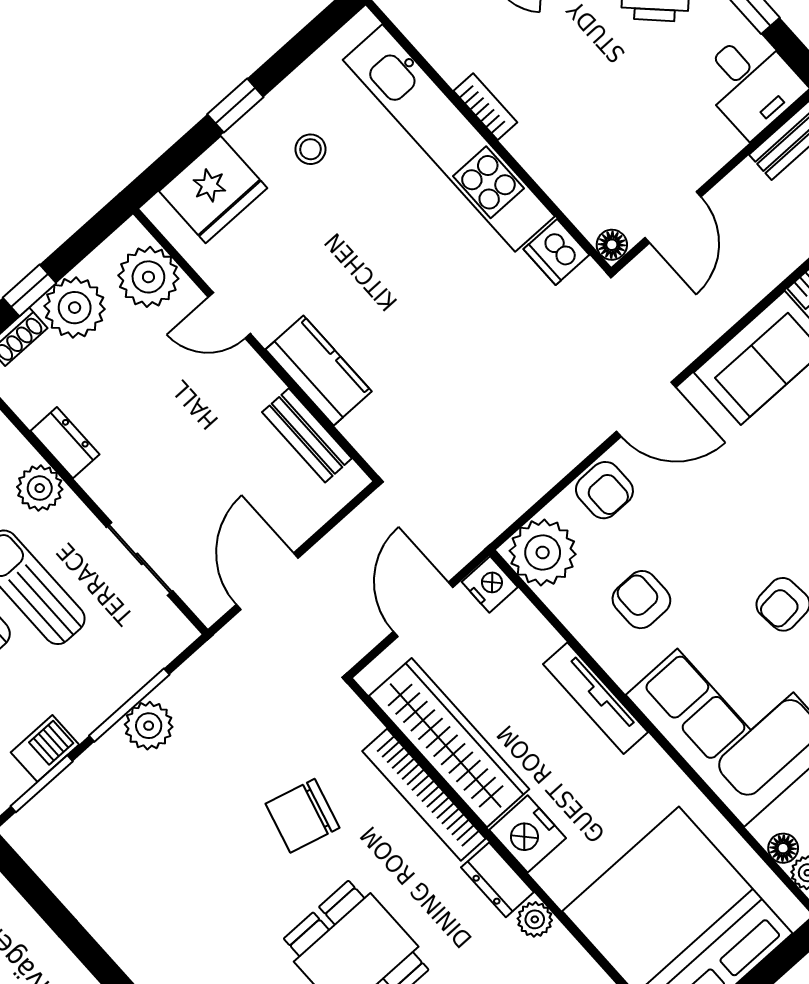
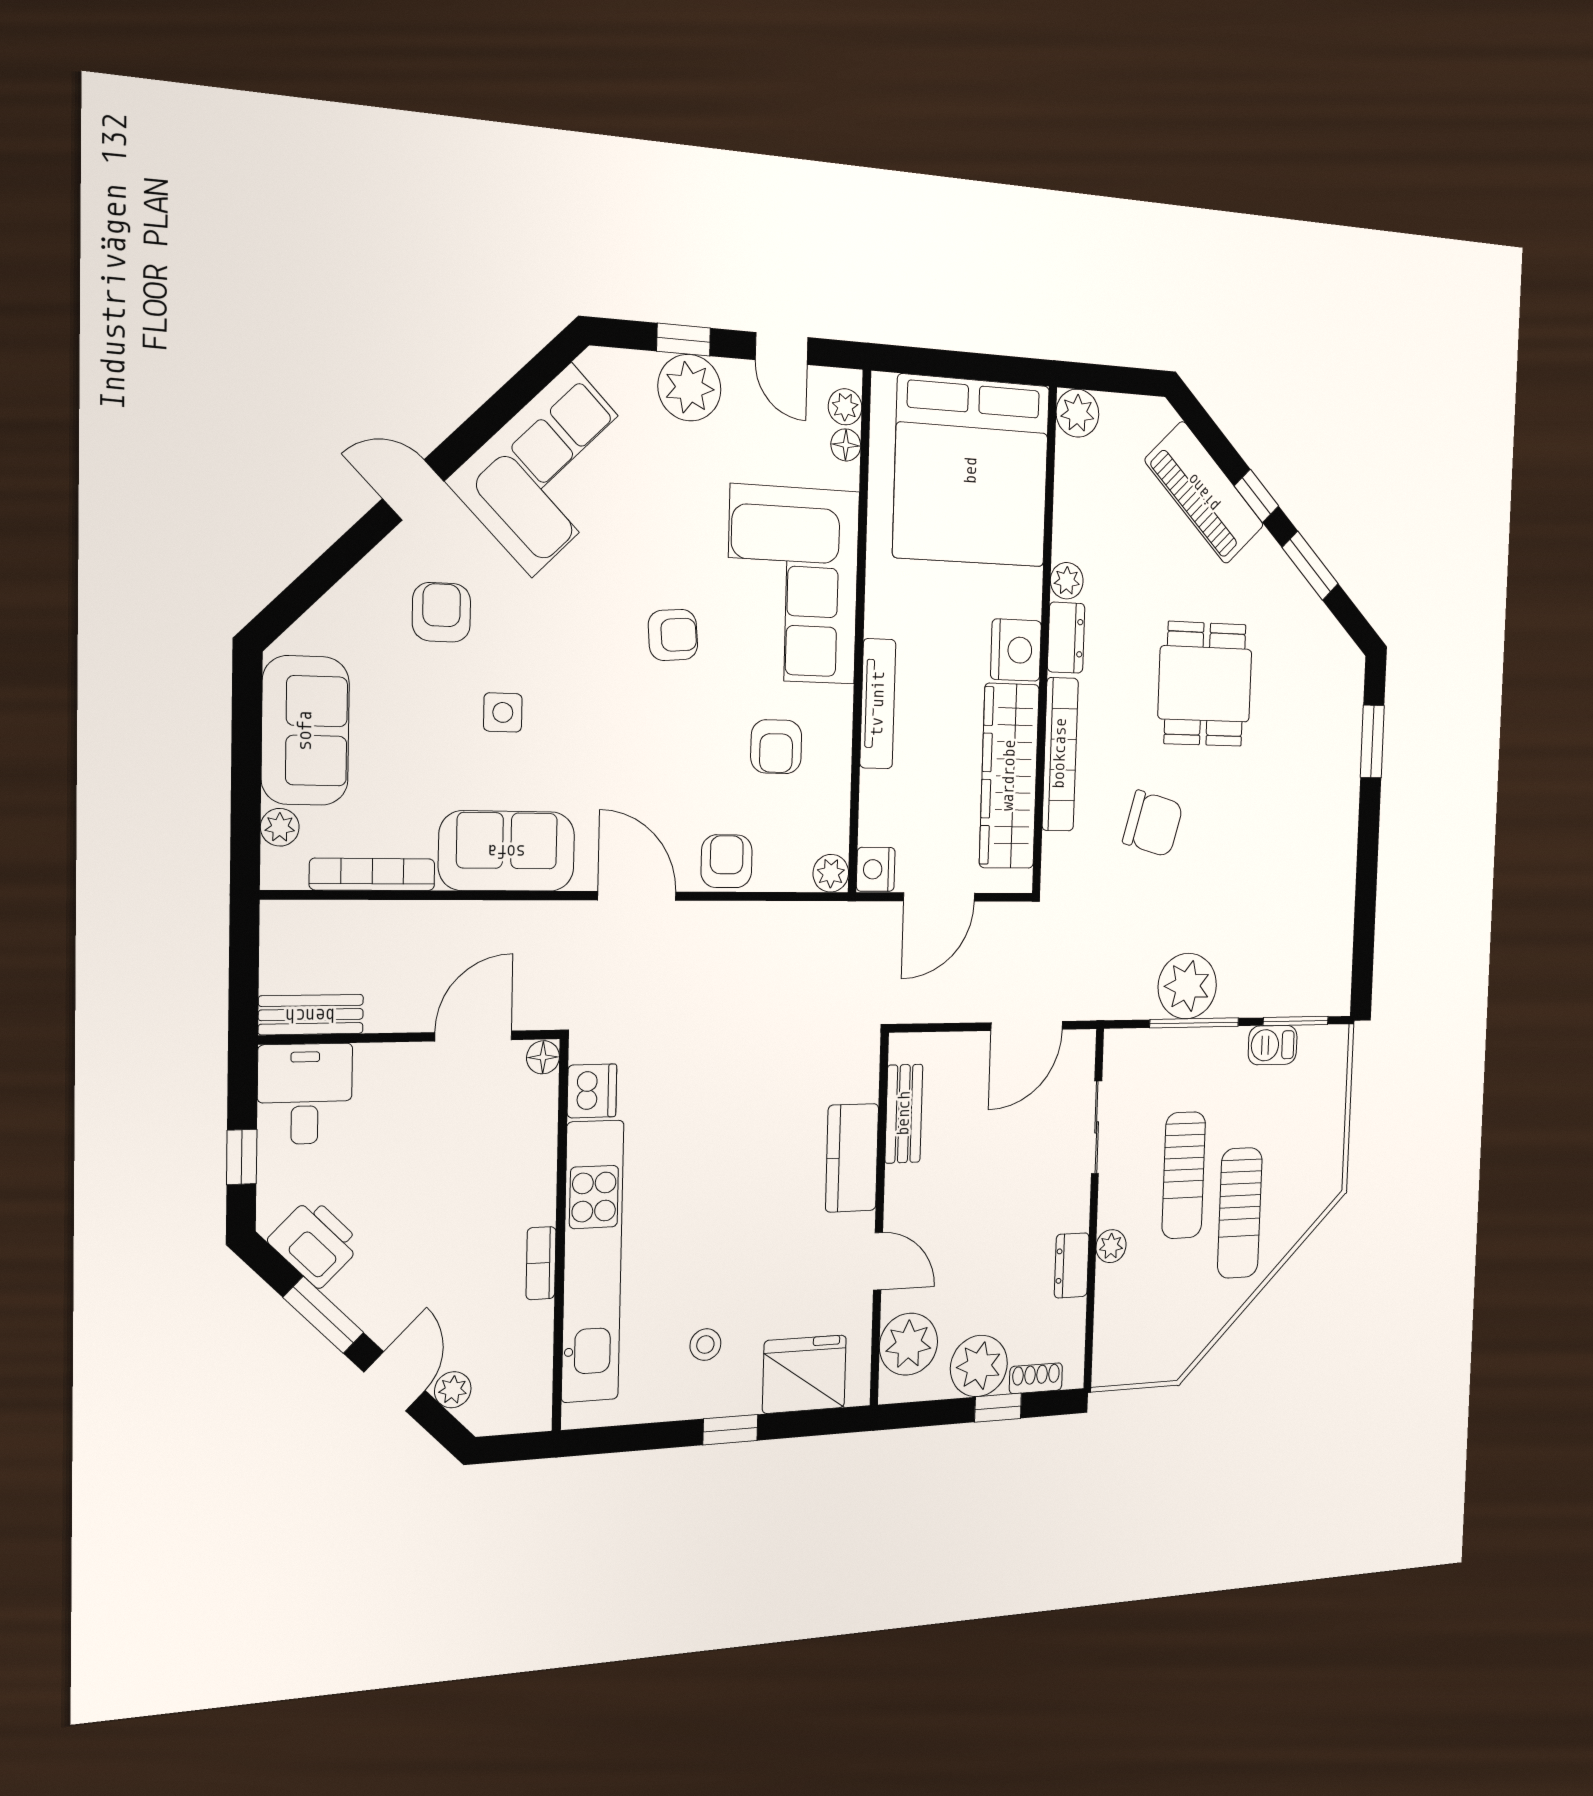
plant: (40, 488) -> (1111, 1246), width x0.73, depth x0.73
plant: (543, 552) -> (831, 873), width x0.53, depth x0.53
plant: (149, 726) -> (1187, 986), width x1.36, depth x1.36

